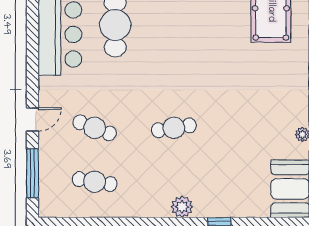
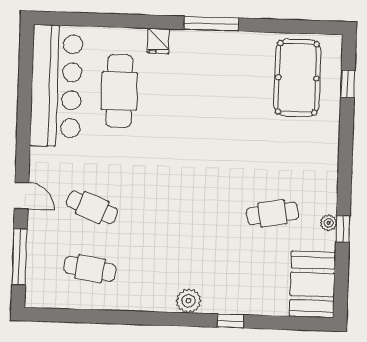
door: (32, 119) -> (22, 196), hinge flipped
cafe table: (174, 128) -> (273, 213), moved

